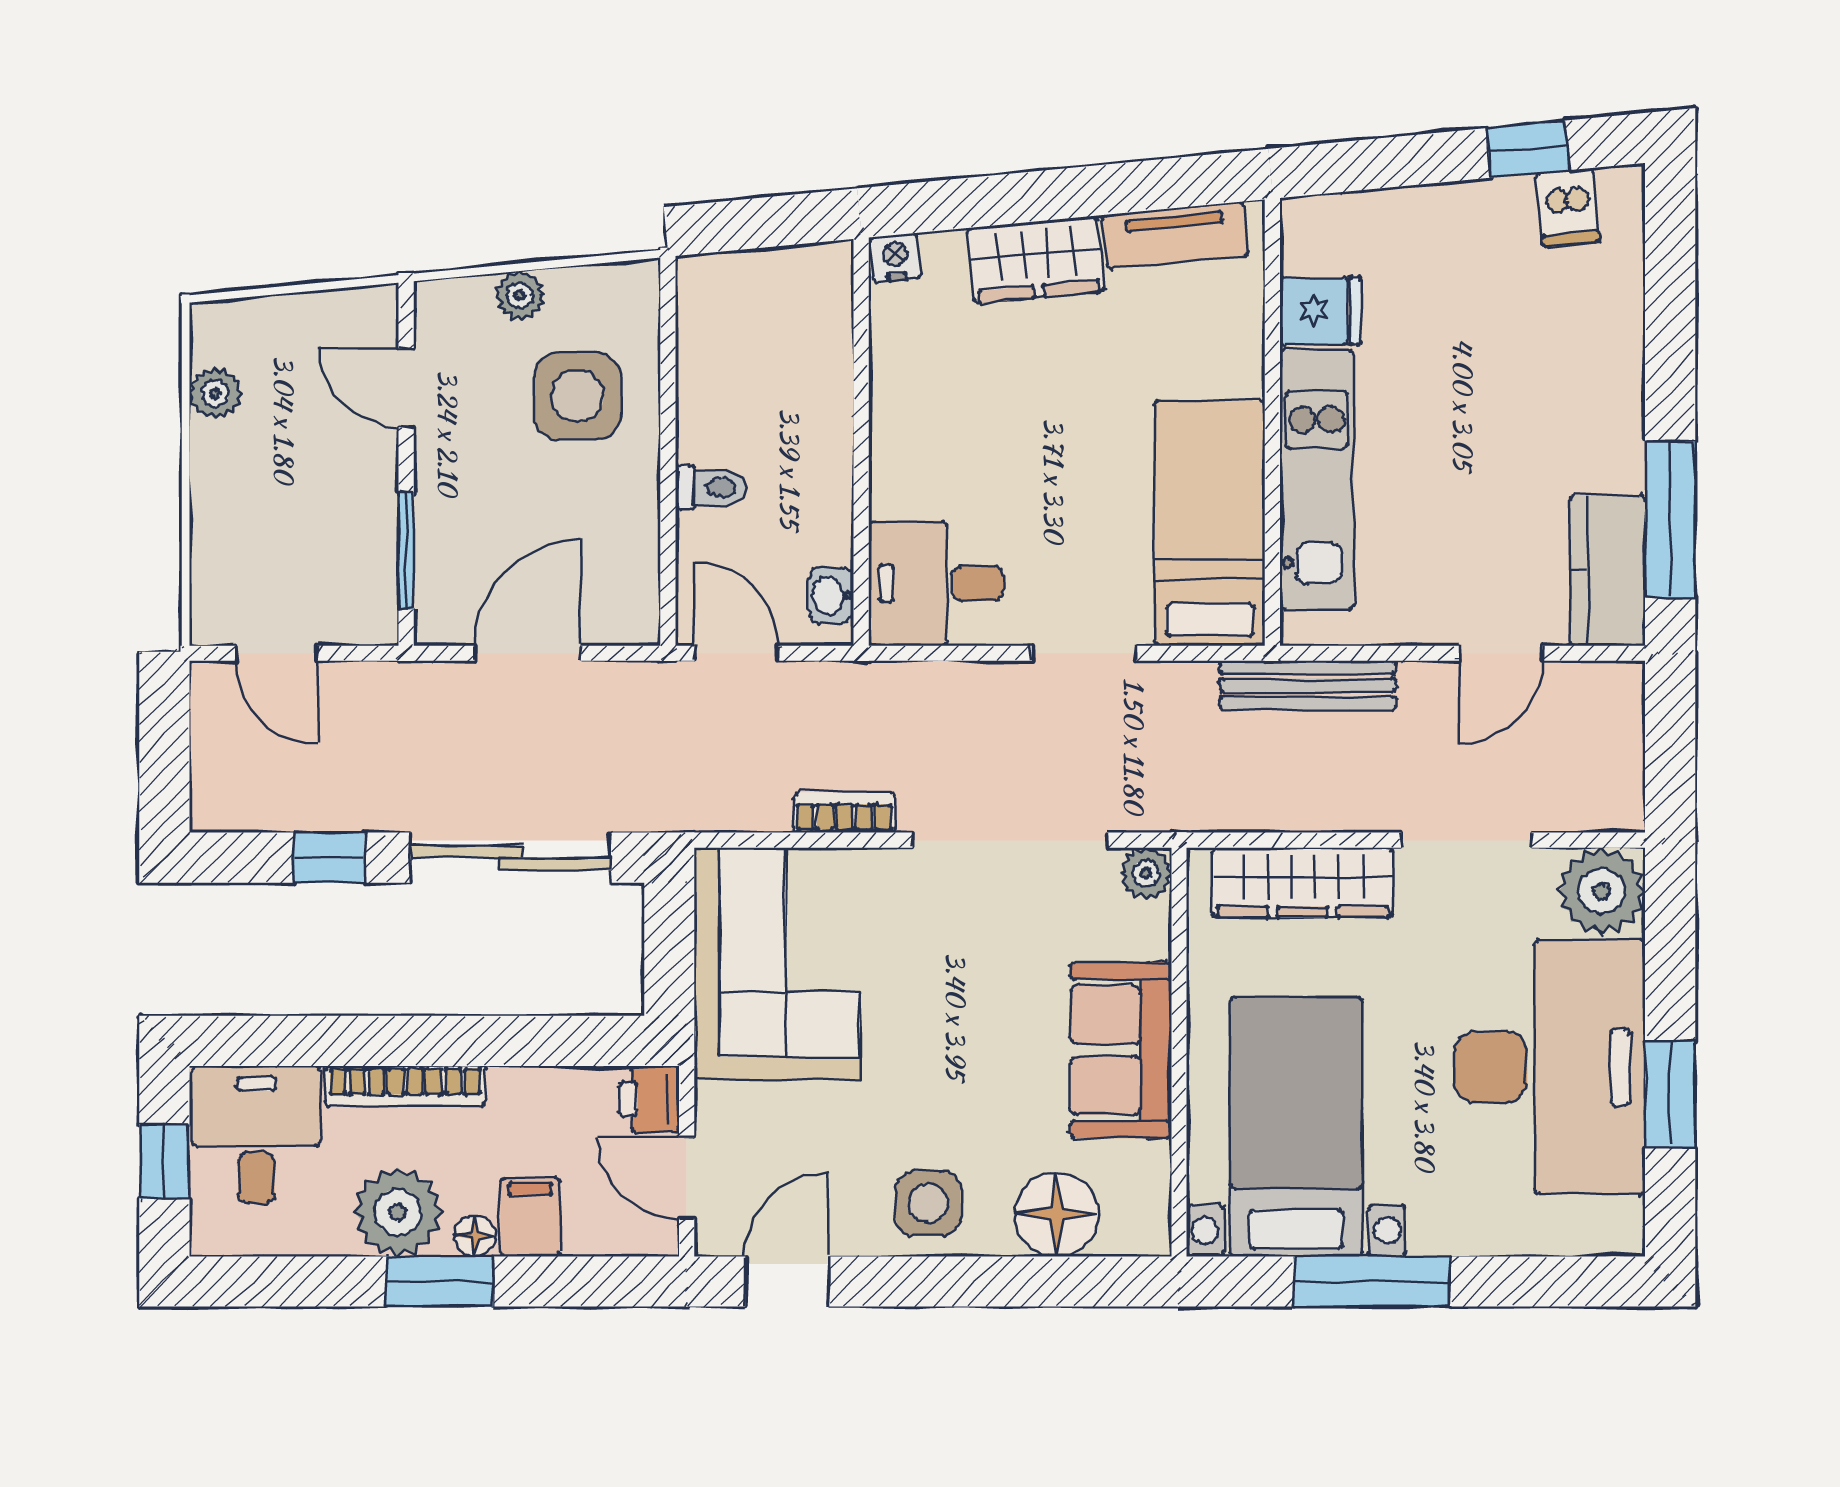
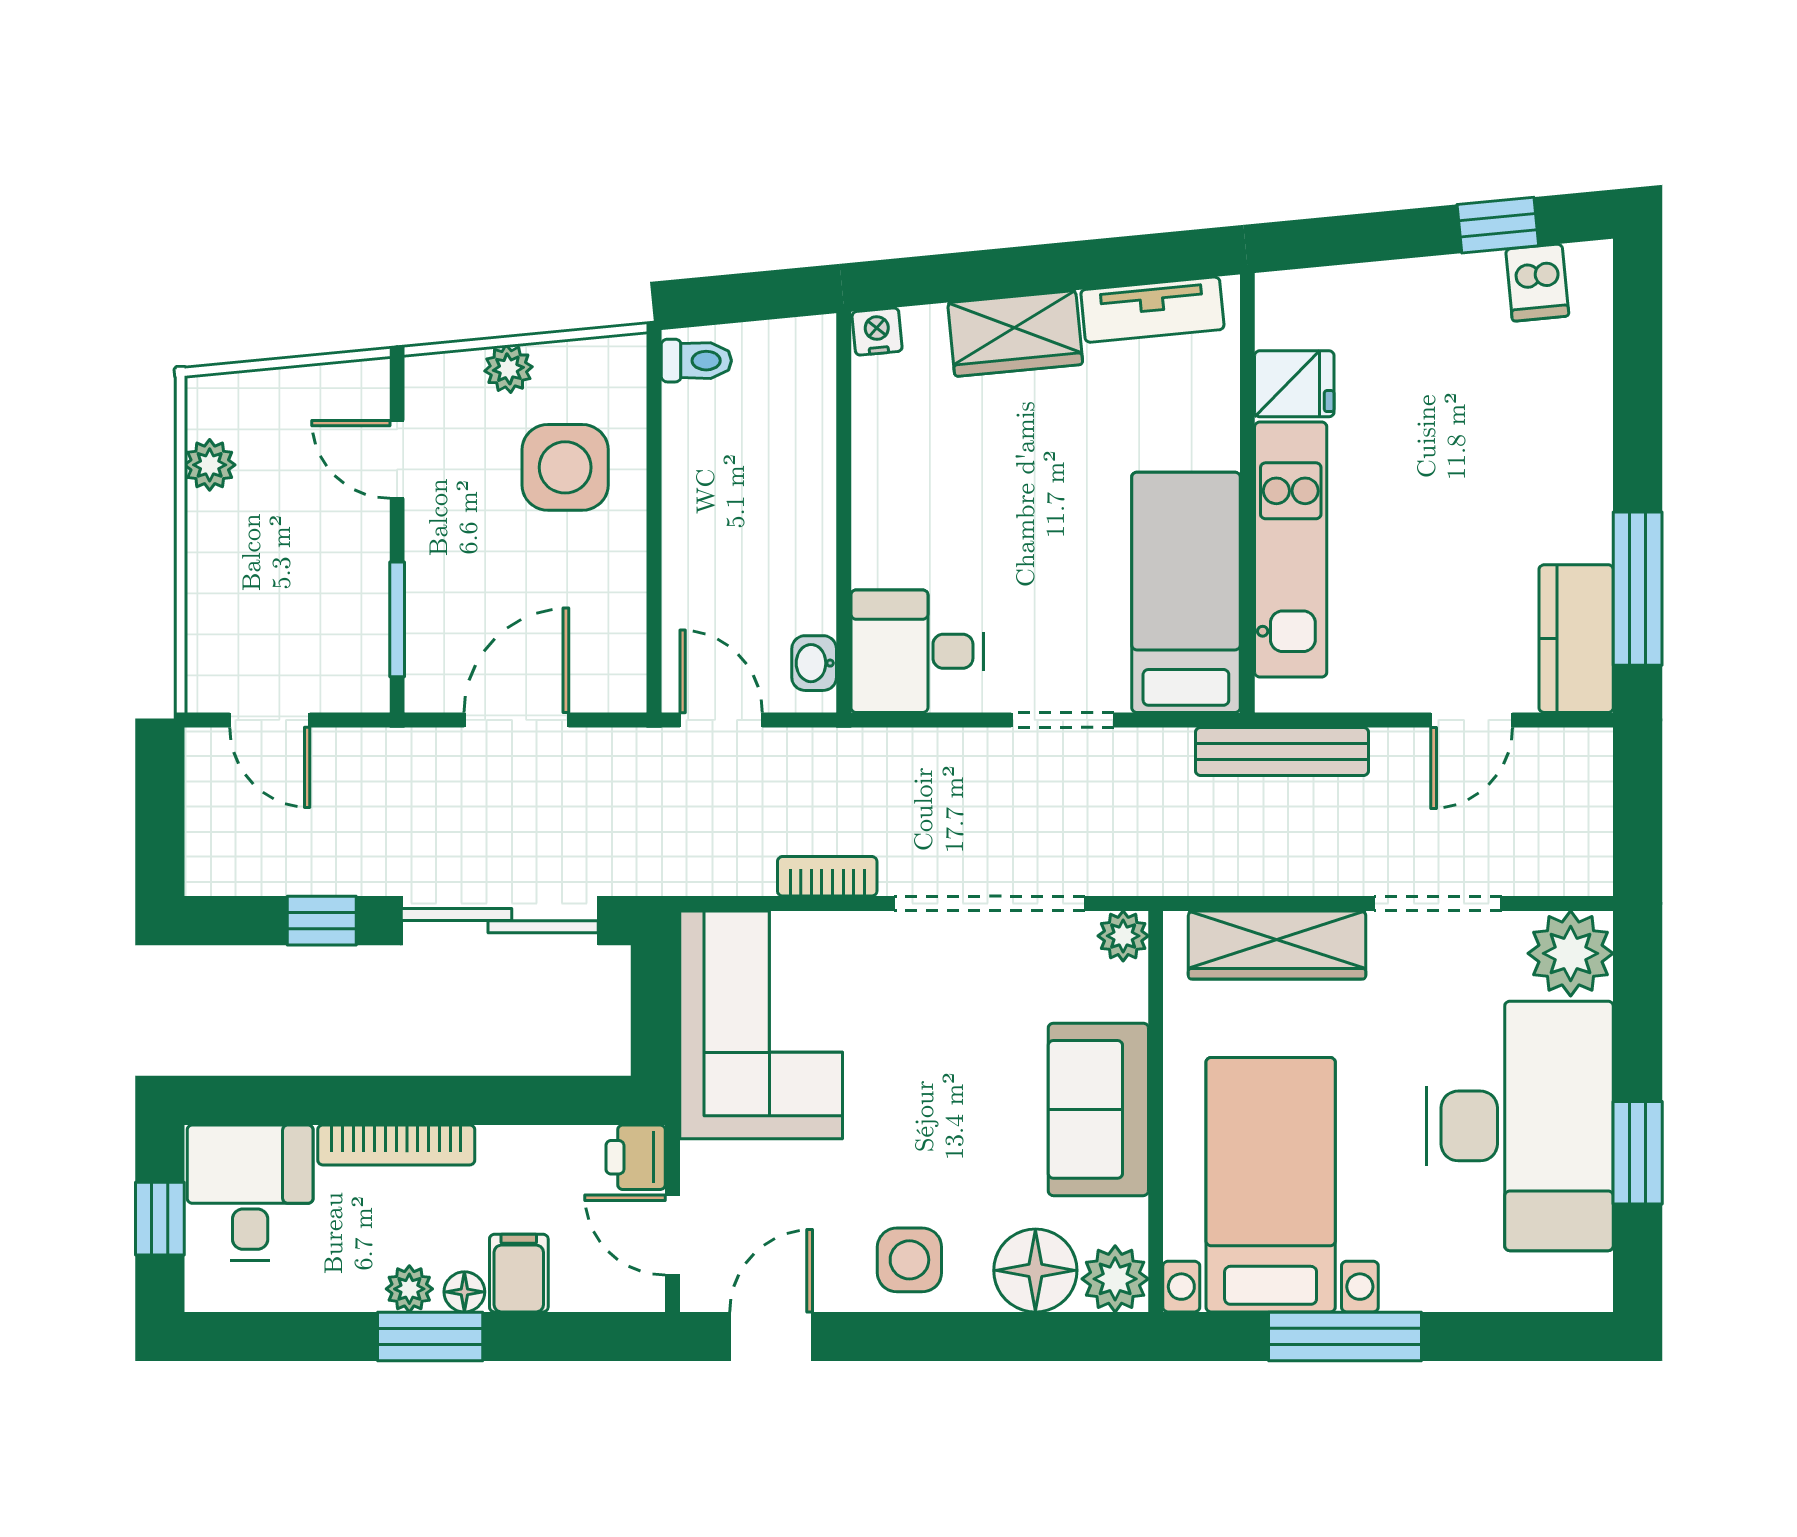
toilet: (711, 488) -> (696, 361), moved
plant: (398, 1212) -> (409, 1289), width x0.53, depth x0.53
plant: (1138, 1223) -> (1115, 1279), added

